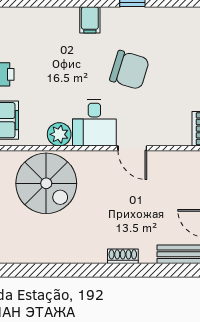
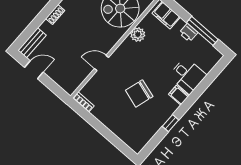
desk: (94, 123) -> (187, 76), moved, turned 180

